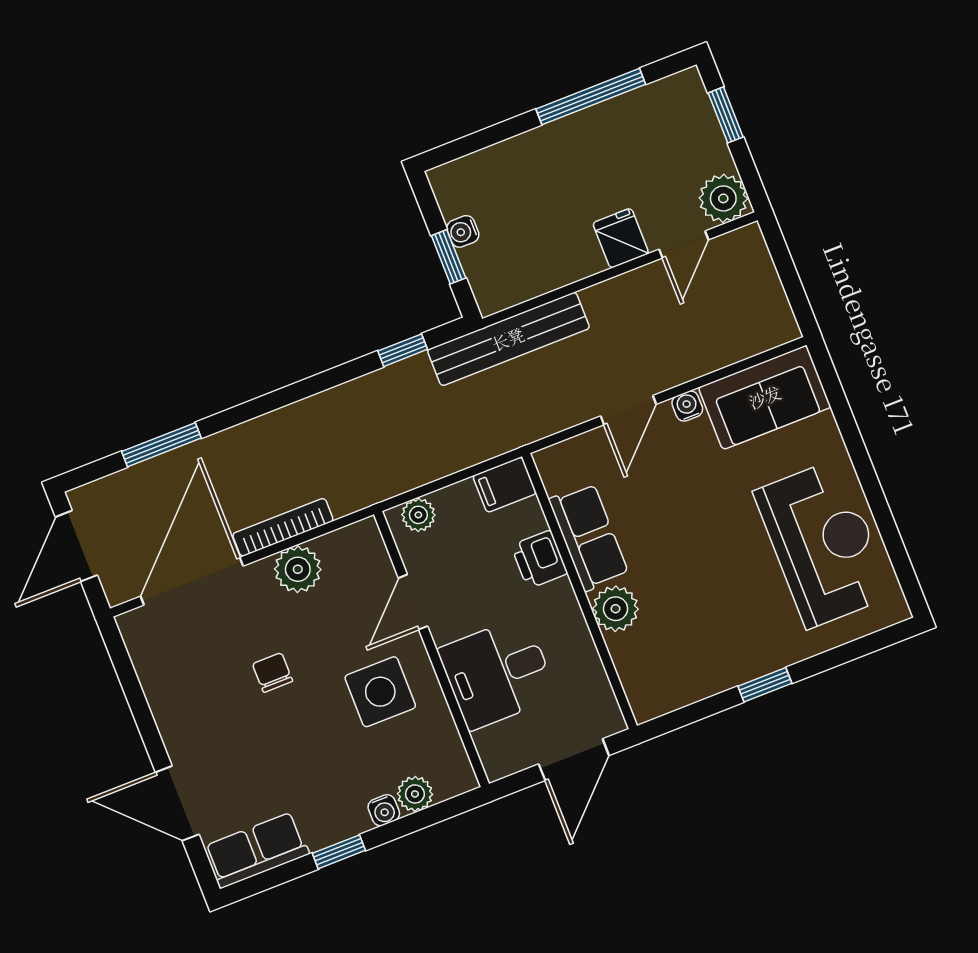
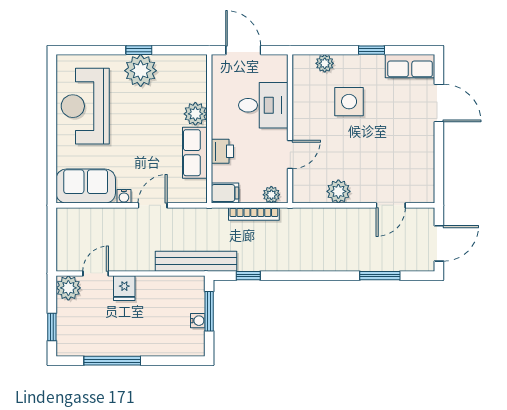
window: (449, 257) -> (209, 311), width x1.50
bookcase: (283, 527) -> (254, 214), moved
door: (192, 581) -> (391, 205), width x0.53
plant: (747, 649) -> (141, 71), added
chair: (273, 673) -> (370, 147), removed
side table: (380, 692) -> (349, 102), moved
door: (574, 760) -> (243, 50), hinge flipped
water cooler: (384, 810) -> (342, 61), removed

